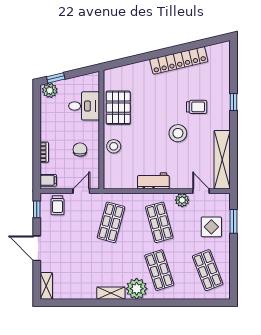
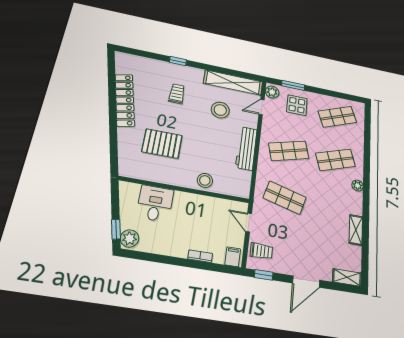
pallet: (118, 108) -> (162, 143), moved
stool: (178, 133) -> (220, 110), moved
chair: (80, 149) -> (203, 216), removed
workbench: (153, 181) -> (246, 148), width x1.38
plant: (182, 200) -> (272, 92), moved
plant: (137, 289) -> (358, 186), width x0.53, depth x0.53
shelving: (111, 293) -> (356, 230), moved

